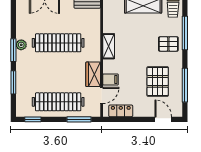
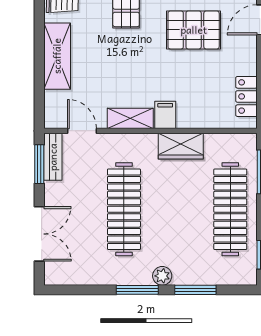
plant: (21, 45) -> (162, 276), moved
filing cabinet: (111, 79) -> (165, 115), moved
door: (102, 95) -> (82, 131), moved

